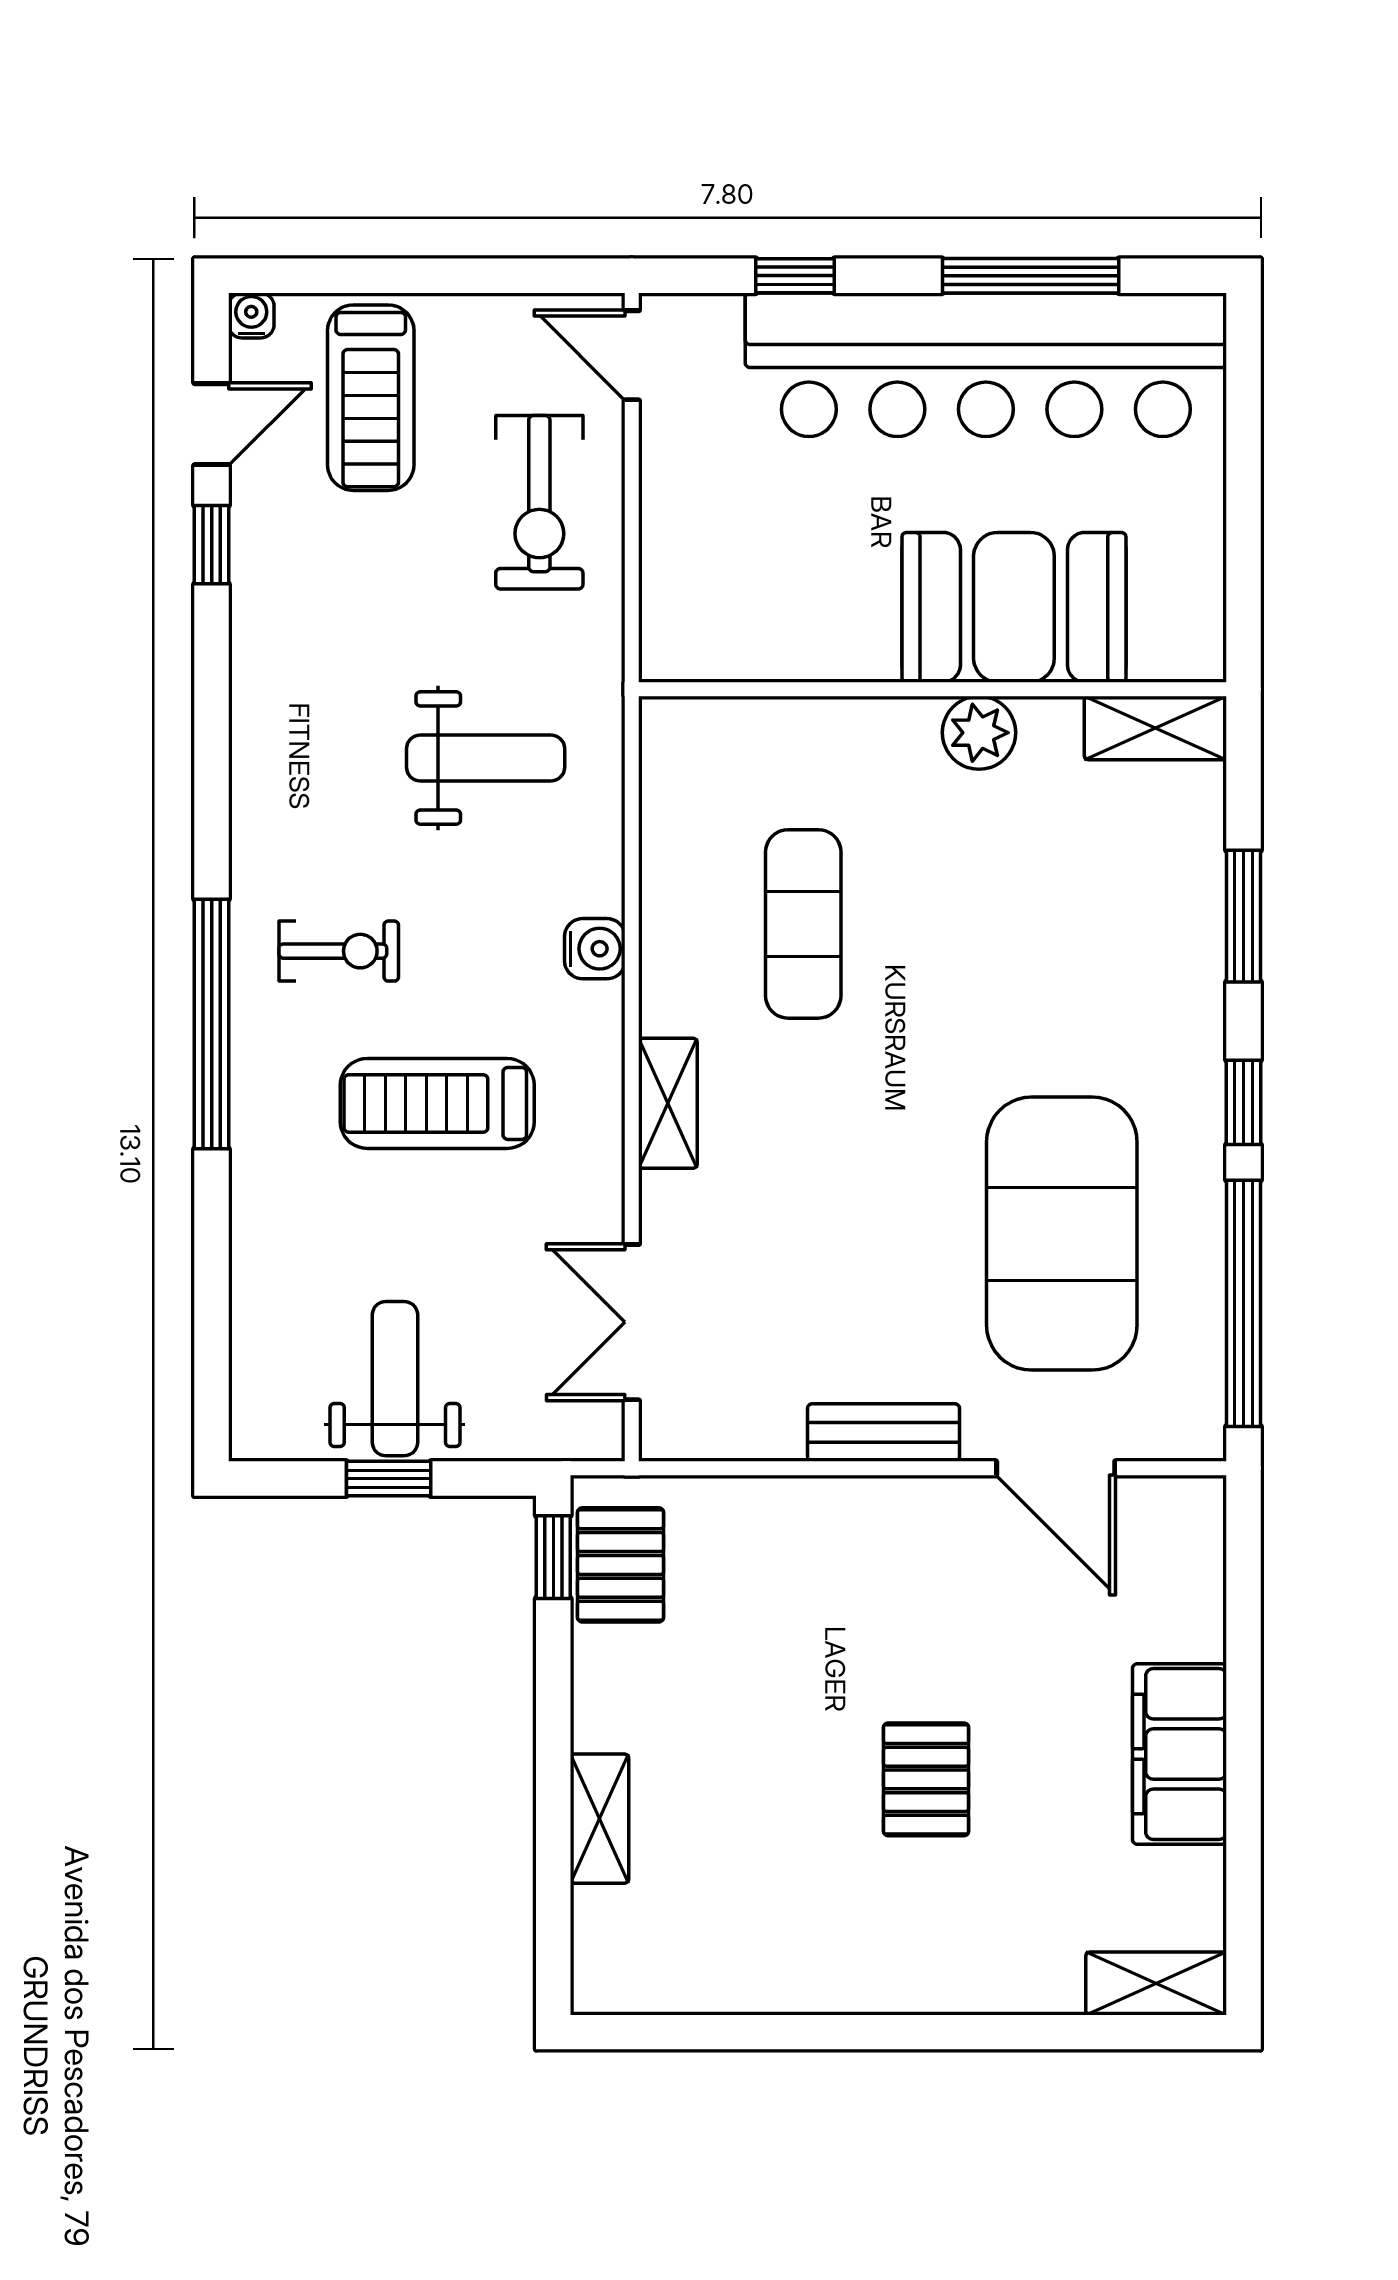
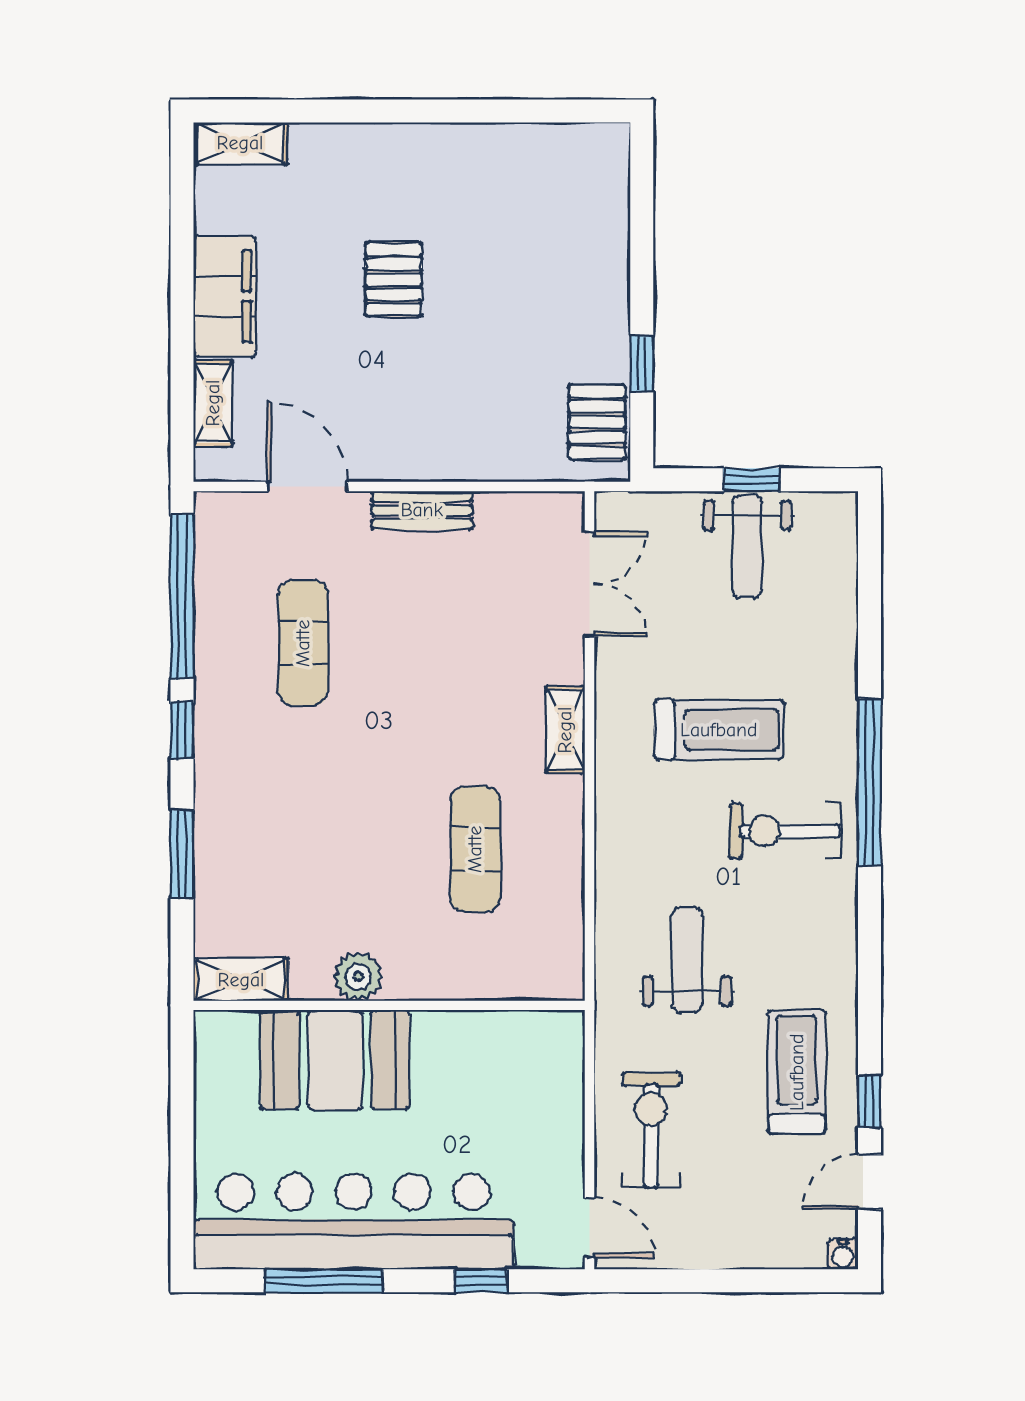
treadmill: (371, 398) -> (797, 1072), moved
weight bench: (486, 758) -> (687, 960), turned 90
water cooler: (595, 949) -> (614, 833), removed
exercise bike: (339, 951) -> (785, 831), width x1.38, depth x1.39
exercise mat: (1062, 1234) -> (303, 643), width x0.50, depth x0.69
window: (553, 1557) -> (642, 364), moved
shelving: (599, 1819) -> (213, 403), moved

